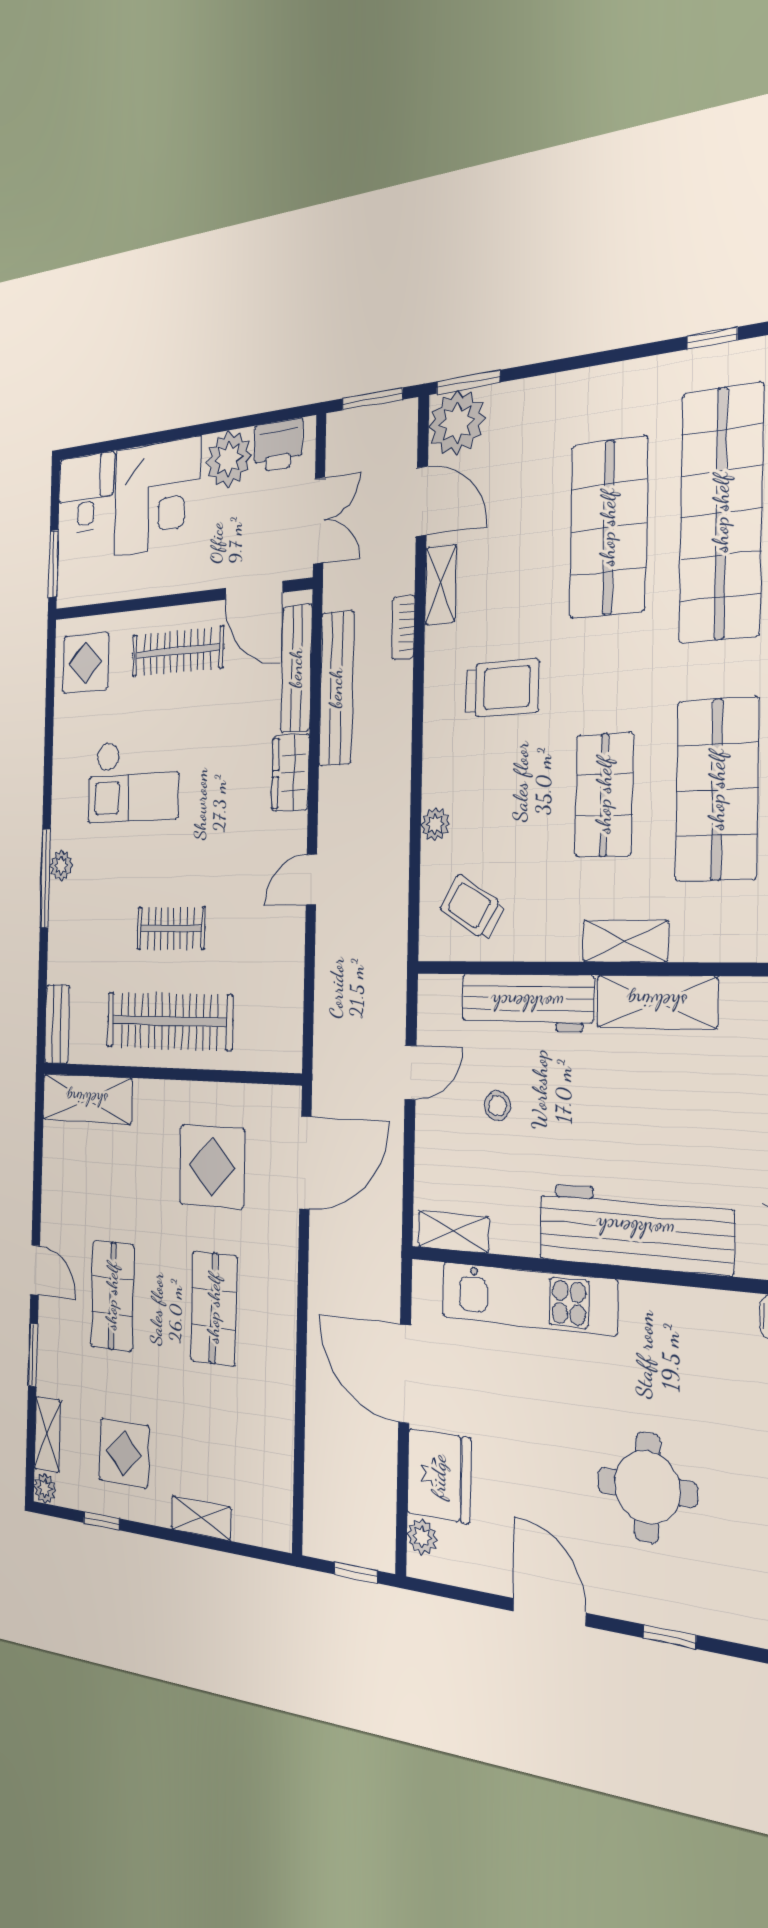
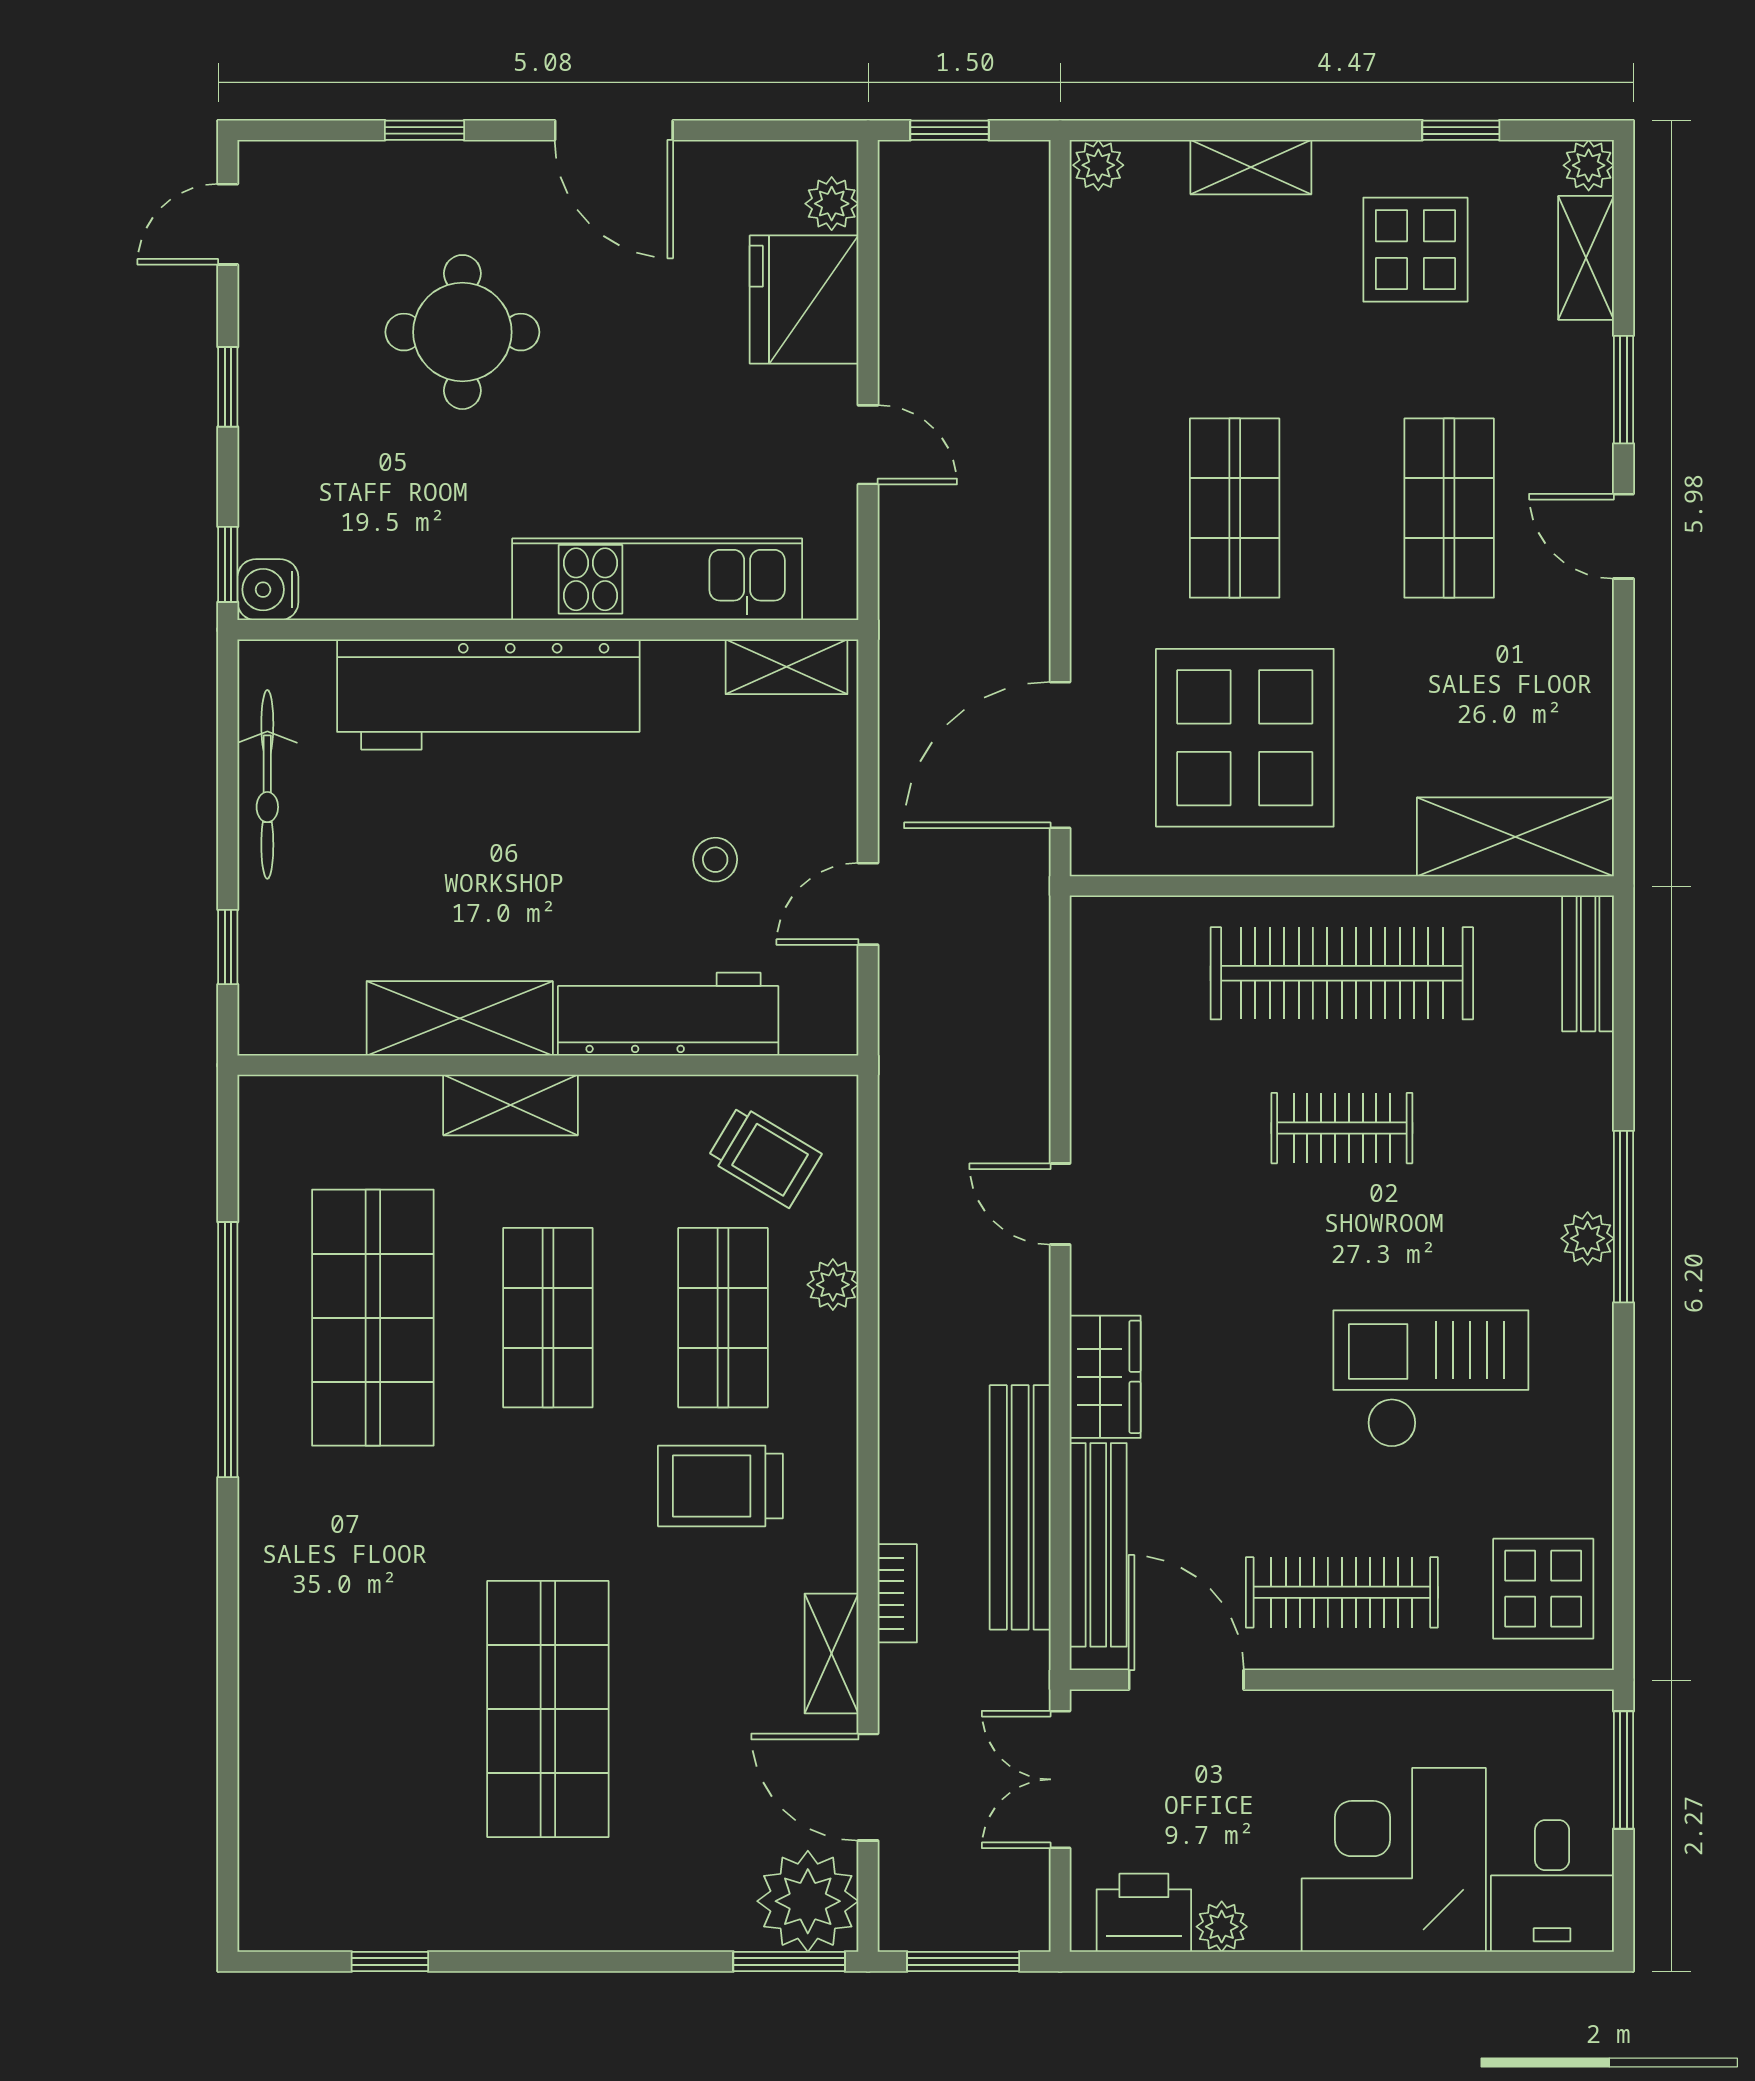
plant: (229, 459) -> (1222, 1927), width x0.53, depth x0.53
shop shelf: (721, 513) -> (723, 1318), moved, width x0.50, depth x0.74
door: (311, 880) -> (1060, 1204), swing flipped
display table: (212, 1167) -> (1245, 738), width x1.36, depth x1.36
door: (405, 1374) -> (868, 445), width x0.53
plant: (278, 1534) -> (1098, 165), added

